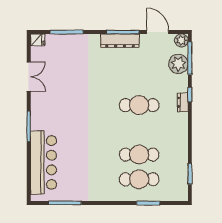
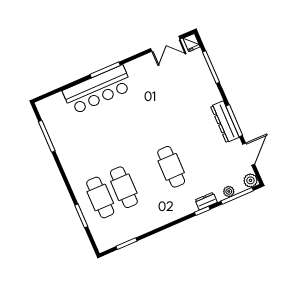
plant: (178, 64) -> (229, 191), width x0.53, depth x0.53
double door: (29, 77) -> (165, 44), moved
dresser: (183, 102) -> (206, 201), moved
bar counter: (43, 163) -> (98, 90), moved

